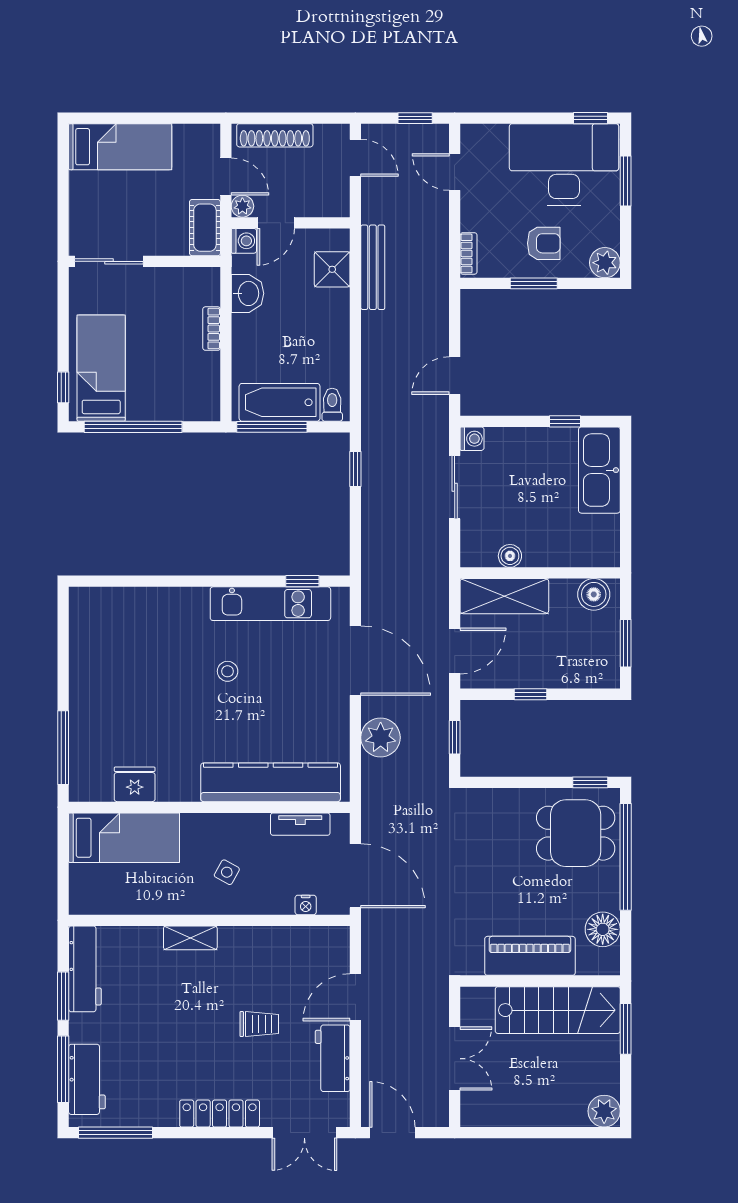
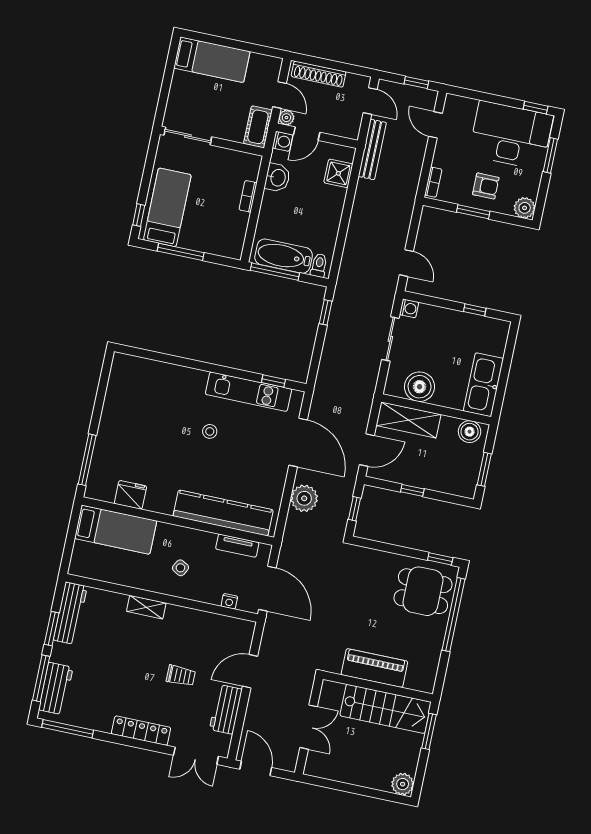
bench: (373, 267) -> (372, 149), moved
door: (455, 376) -> (406, 263), swing flipped
window: (133, 427) -> (181, 252), width x0.68
kitchen sink: (599, 470) -> (483, 385), moved
boiler: (510, 556) -> (420, 387), width x1.86, depth x1.86
floor lamp: (603, 929) -> (428, 660), removed

